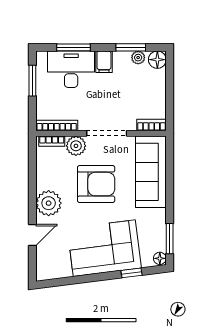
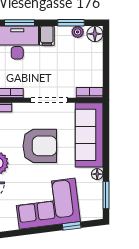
plant: (76, 146) -> (22, 111), removed
floor lamp: (160, 258) -> (97, 174), moved

